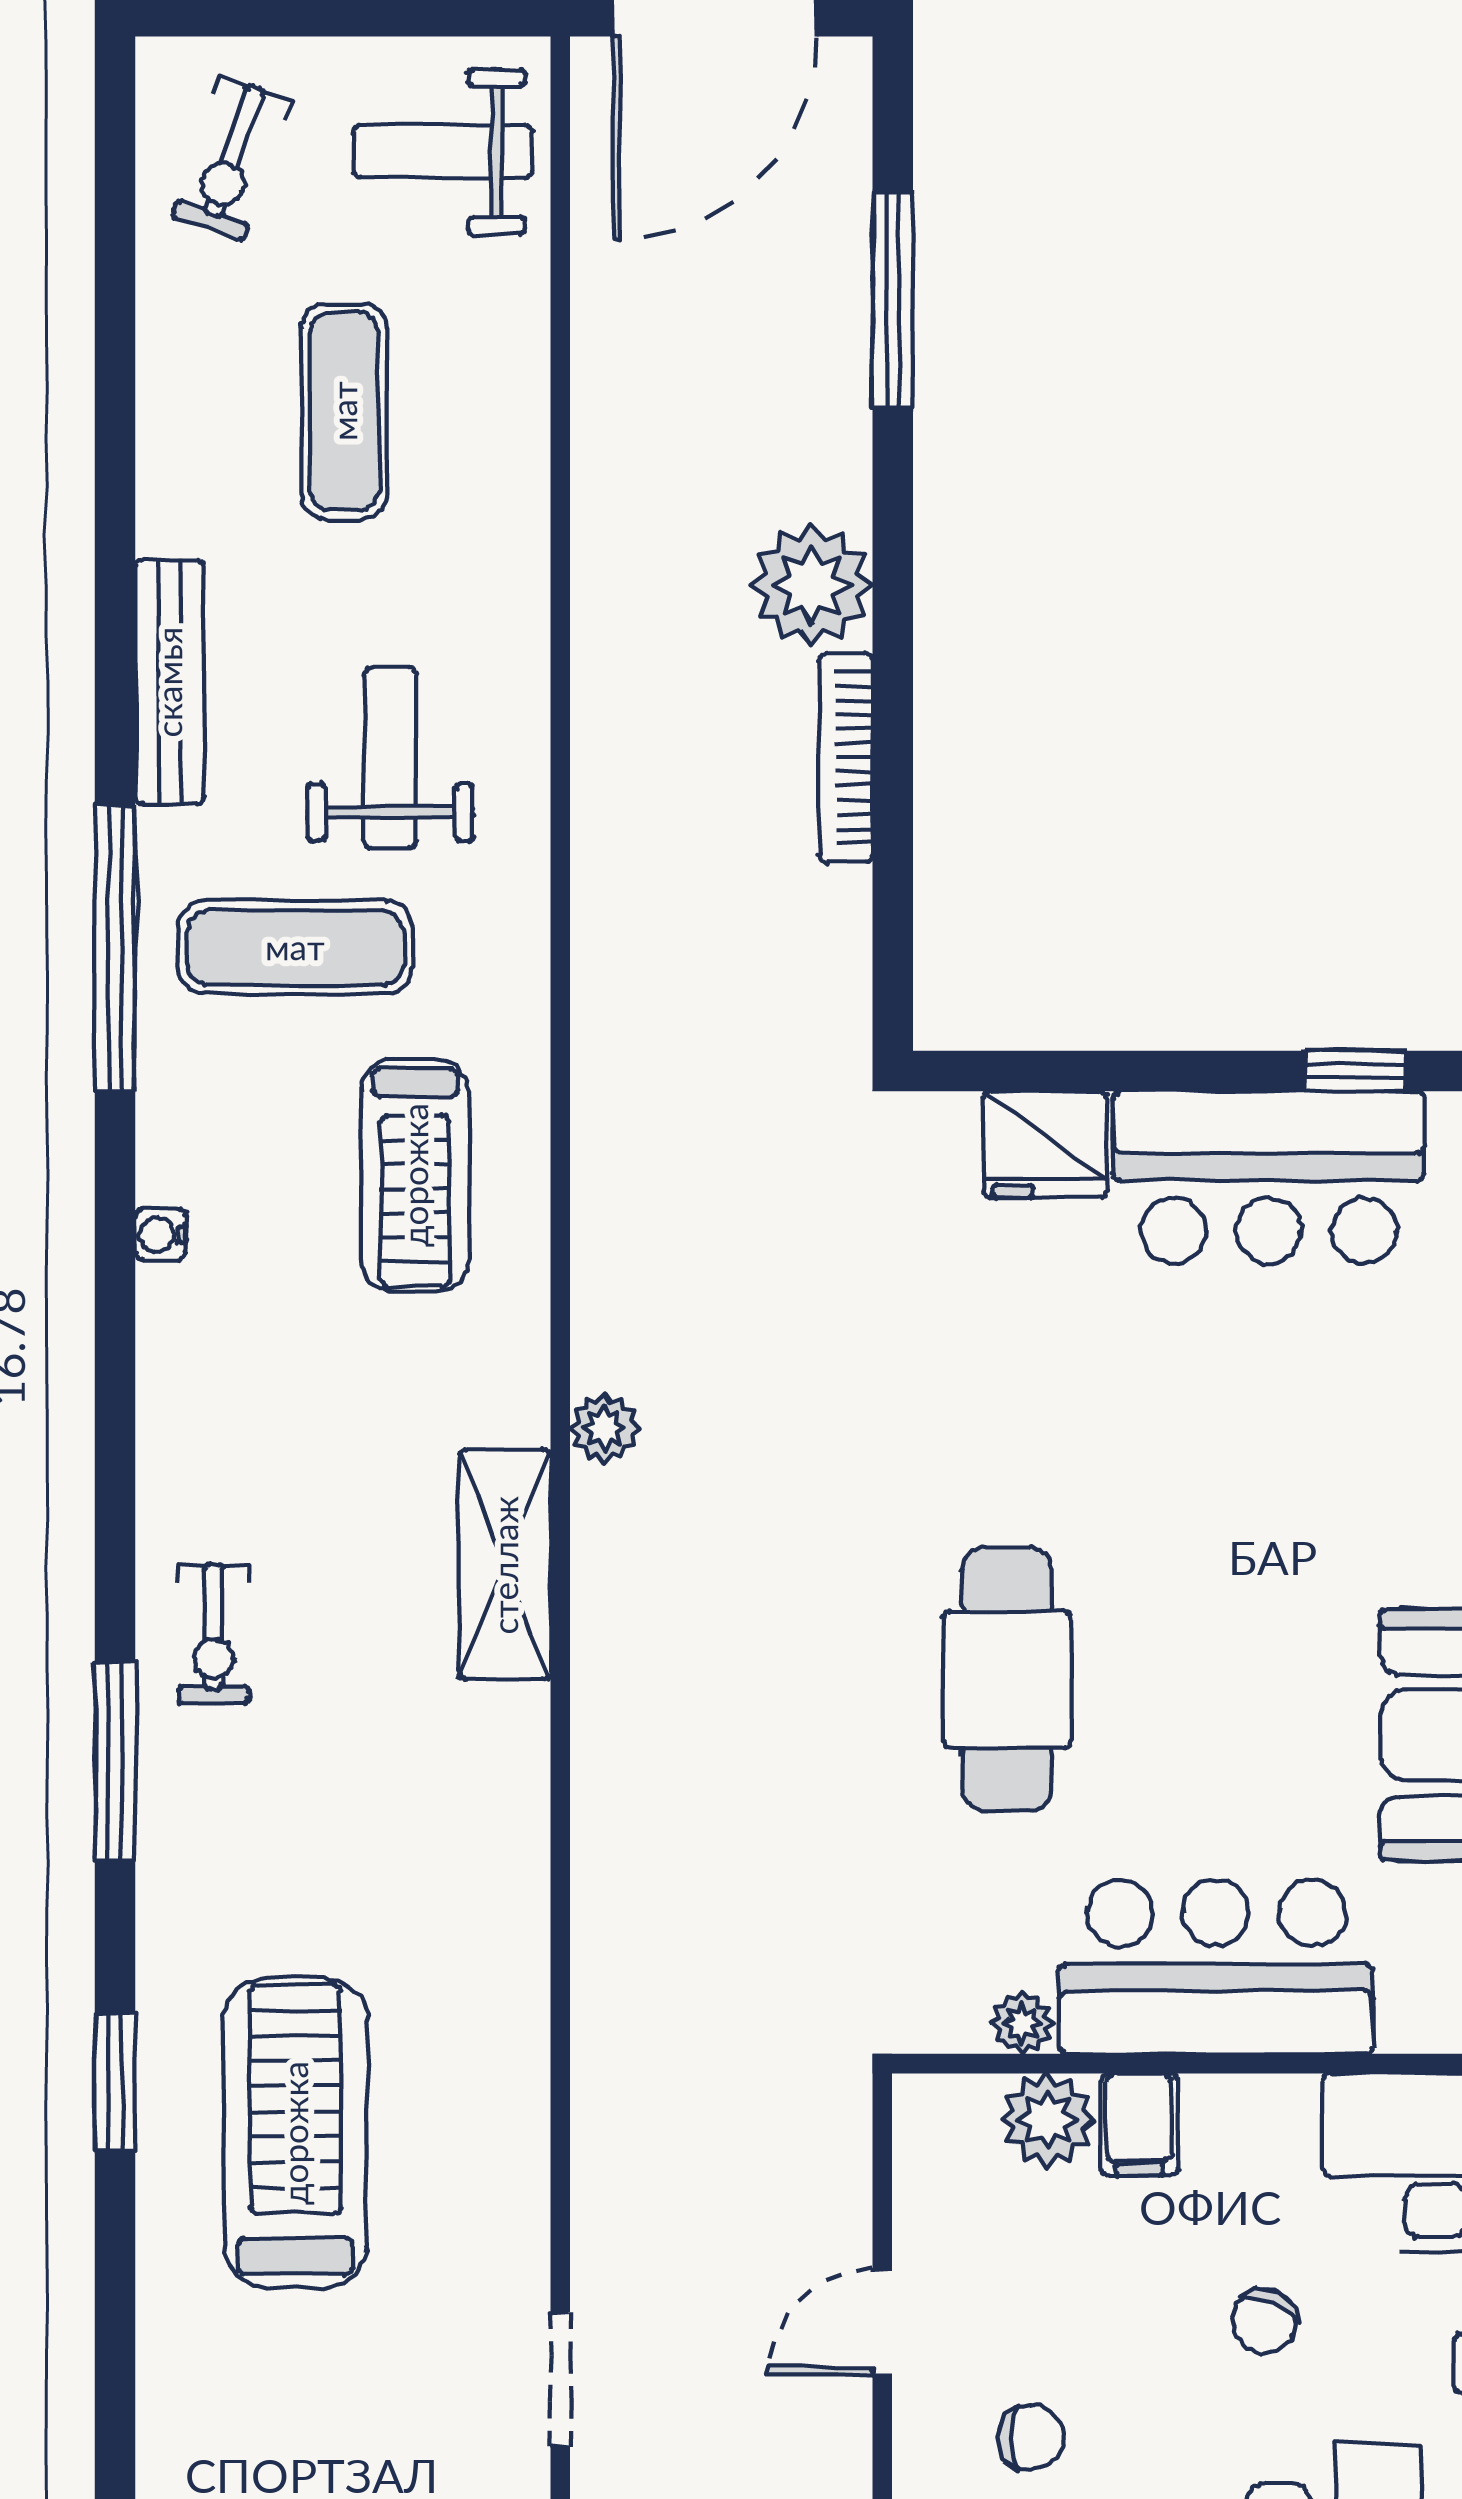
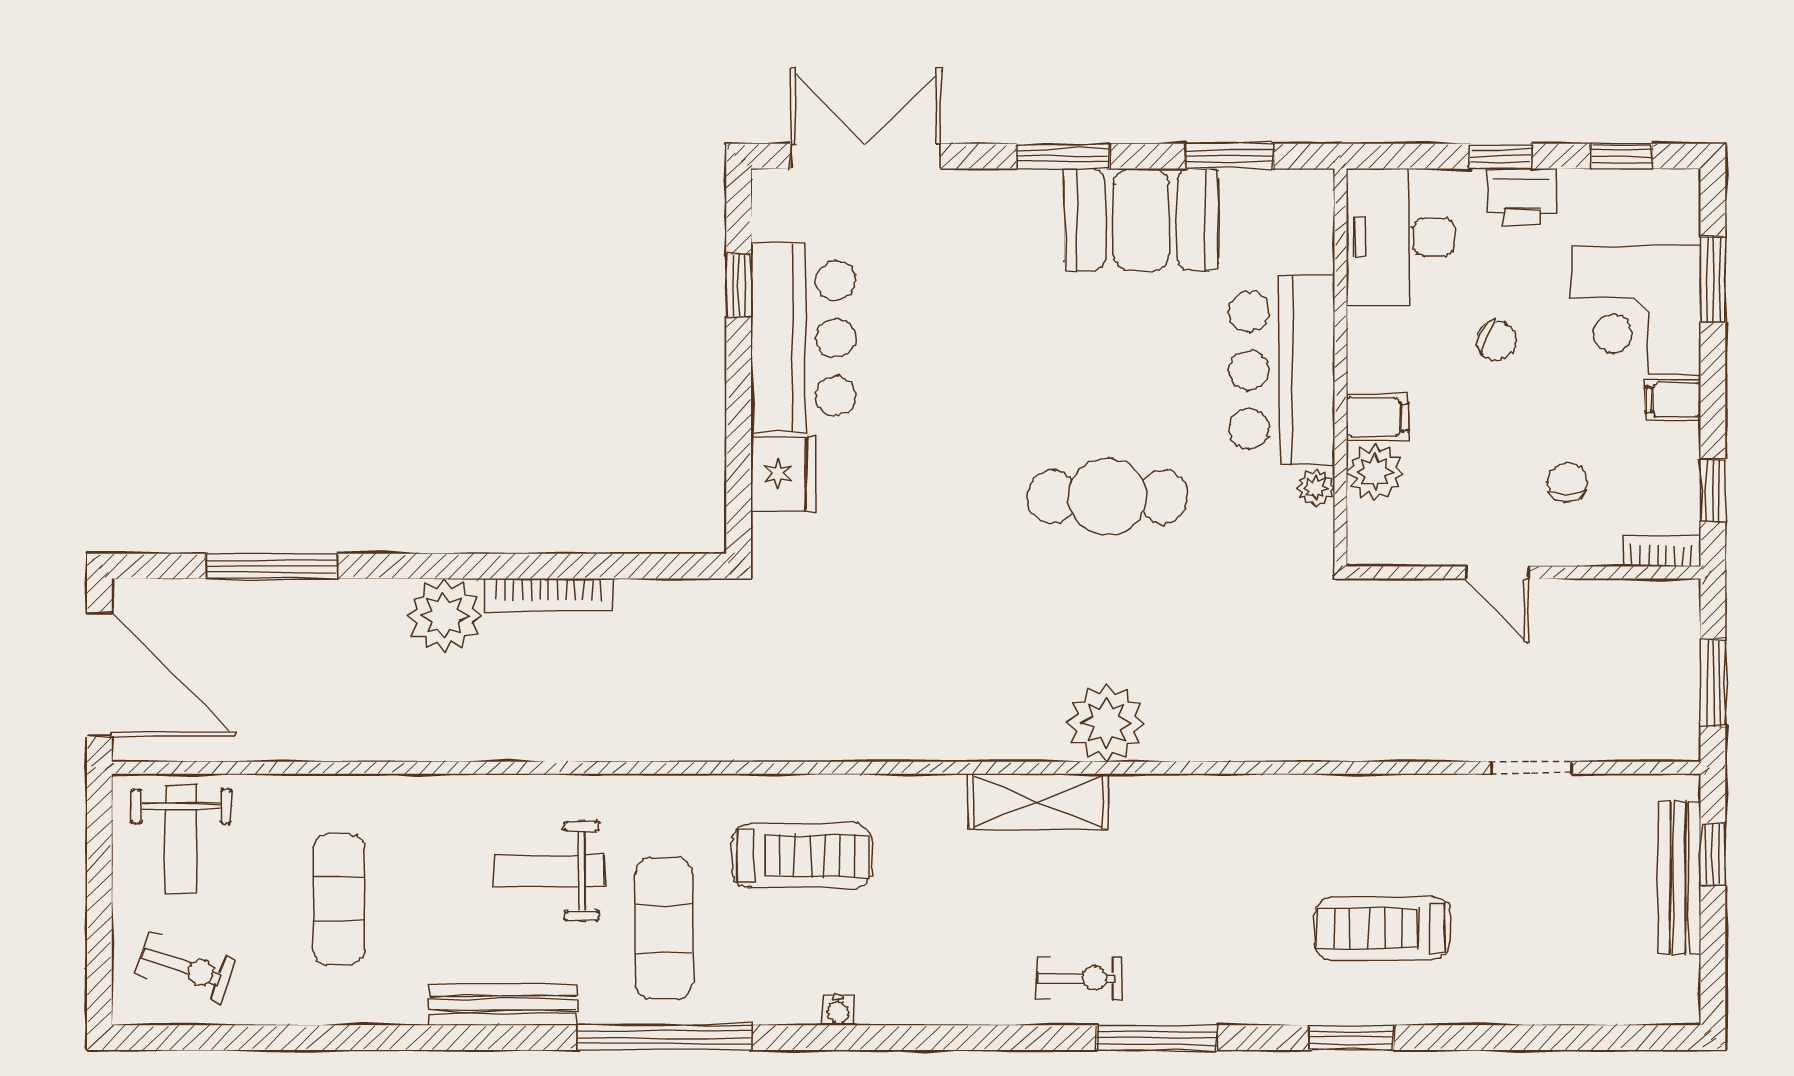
exercise mat: (344, 411) -> (339, 899), turned 90
plant: (604, 1428) -> (1106, 723), moved, width x1.88, depth x1.88
treadmill: (295, 2133) -> (1383, 928), width x0.73, depth x0.73

